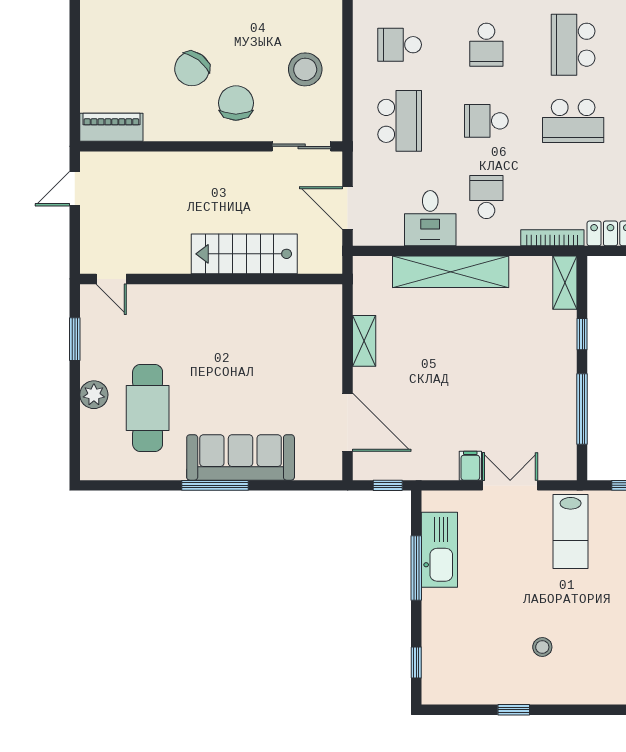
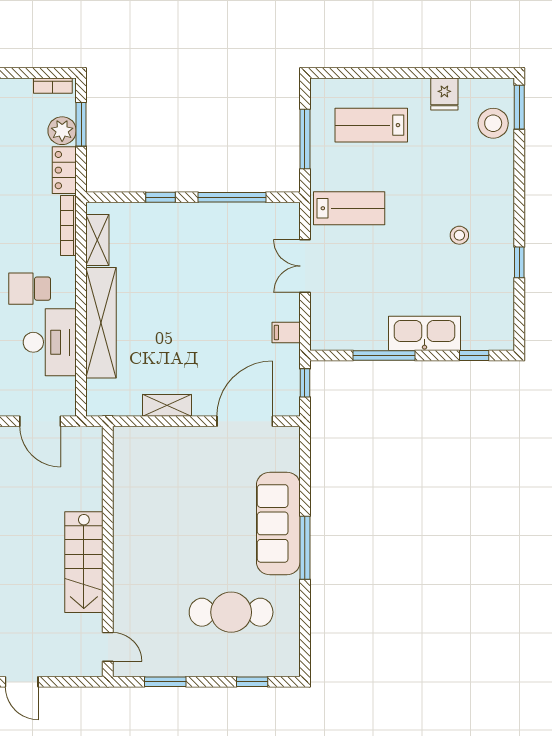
door: (348, 208) -> (40, 421), hinge flipped
desk: (430, 218) -> (50, 342), width x1.37
stairs: (244, 254) -> (84, 562), moved
door: (111, 279) -> (108, 647), hinge flipped
shelving: (565, 283) -> (97, 240), moved, turned 90
plant: (94, 395) -> (218, 664), removed
window: (75, 430) -> (252, 682), added
filing cabinet: (470, 466) -> (286, 333), moved
kitchen sink: (439, 550) -> (425, 333), moved

